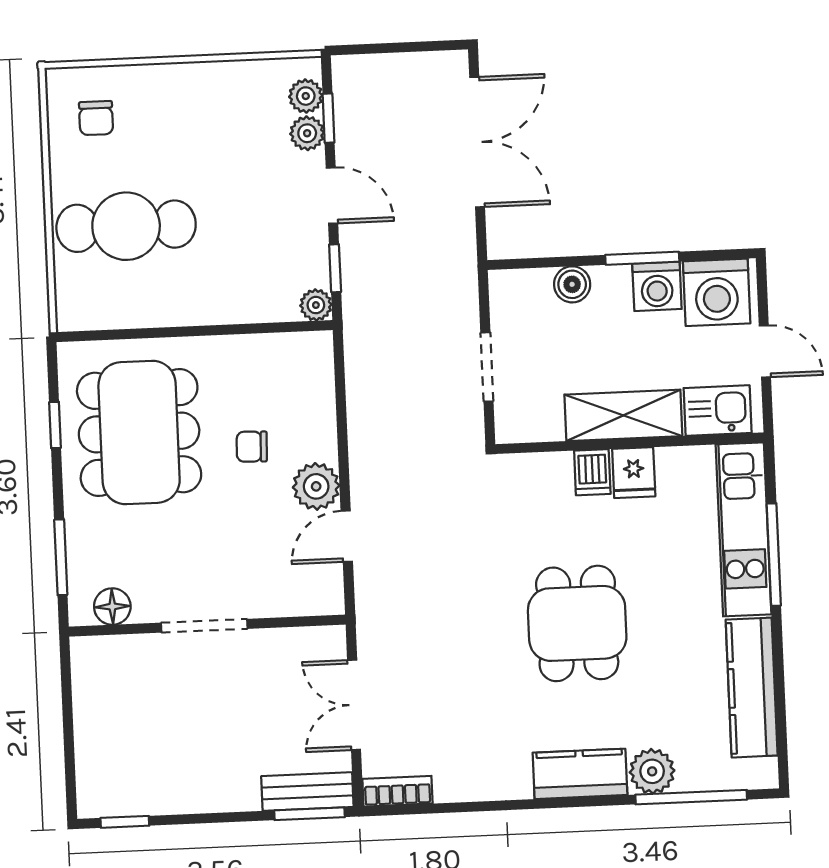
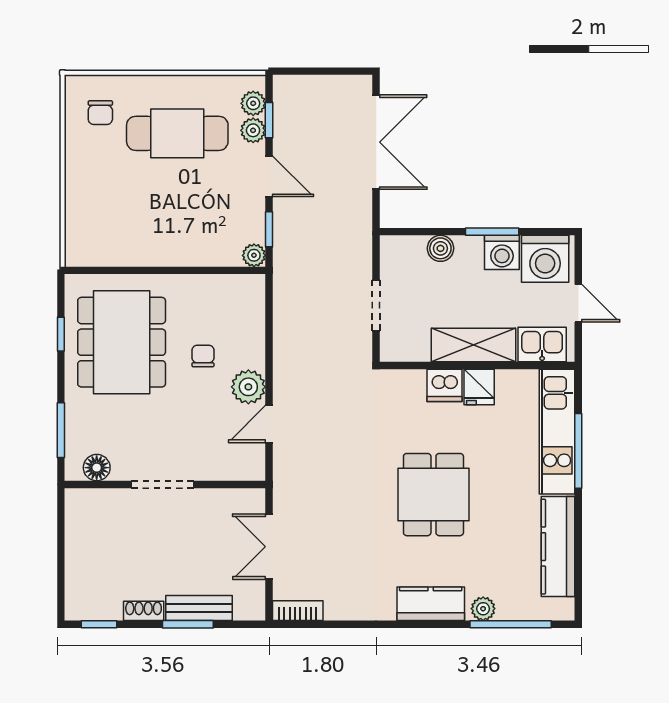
cafe table: (126, 226) -> (177, 133), moved
chair: (252, 447) -> (203, 356), turned 88
dishwasher: (592, 472) -> (444, 385), width x1.38
plant: (652, 771) -> (483, 609), width x0.73, depth x0.73
bench: (307, 792) -> (199, 608), moved
shoe rack: (185, 801) -> (144, 611), added
window: (310, 814) -> (188, 624), moved

